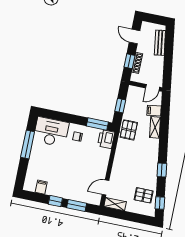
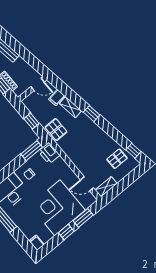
door: (153, 88) -> (37, 84), hinge flipped
window: (162, 170) -> (92, 114), moved
corner desk: (69, 179) -> (57, 208), added
filing cabinet: (41, 187) -> (37, 243), moved
door: (106, 187) -> (87, 184), hinge flipped

